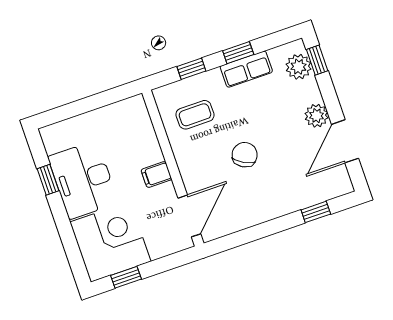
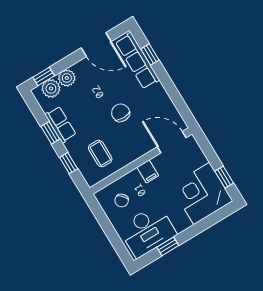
plant: (317, 116) -> (67, 78), moved
chair: (124, 130) -> (122, 200), added
chair: (245, 155) -> (121, 113), turned 61
desk: (83, 180) -> (147, 231), moved
row of seats: (311, 193) -> (137, 61), added

